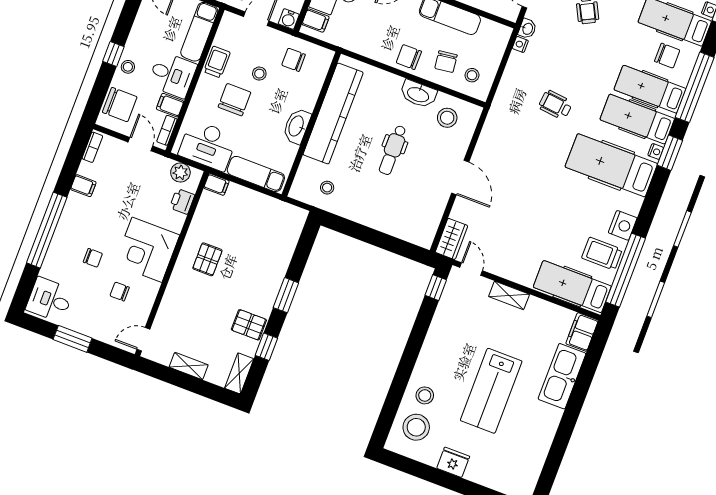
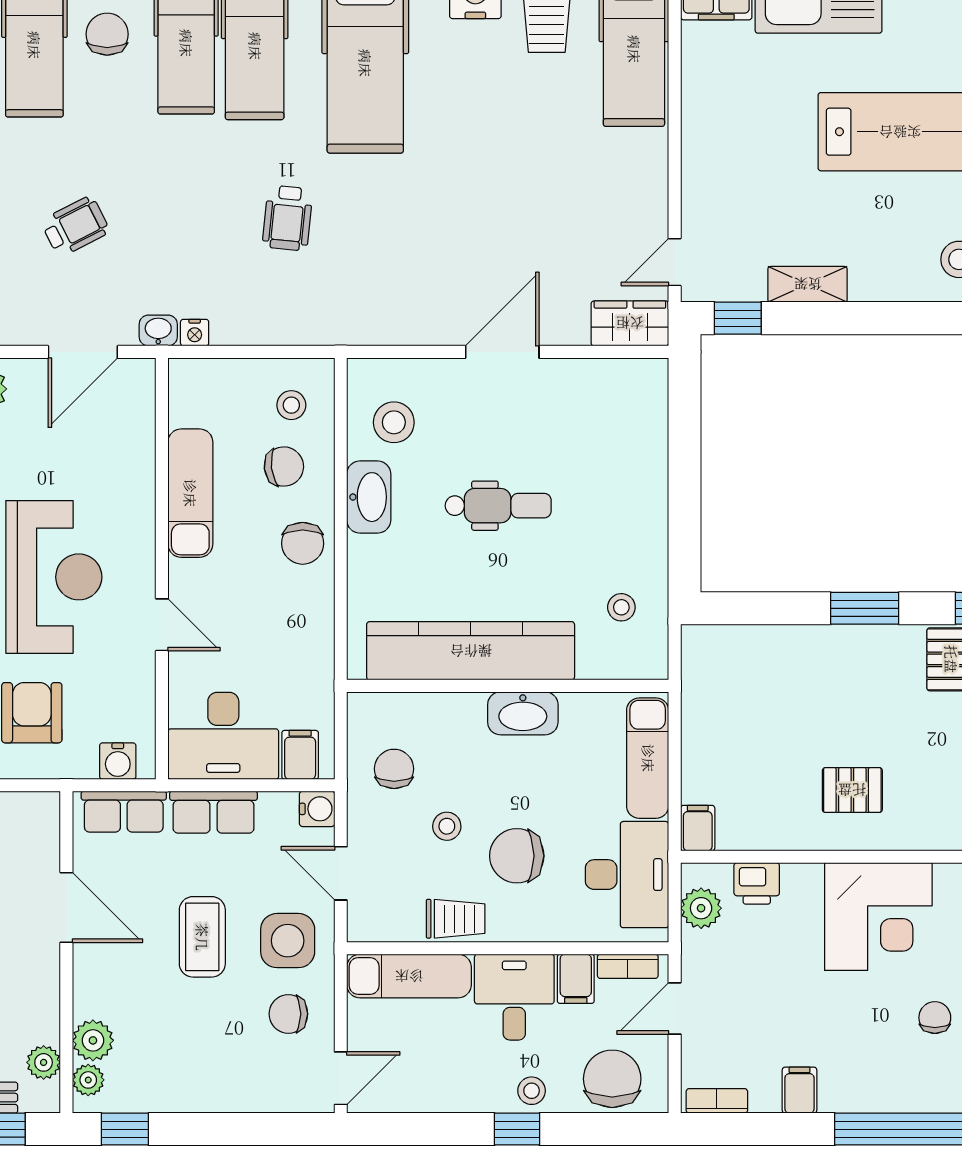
chair: (294, 60) -> (394, 769), turned 180
trolley: (217, 62) -> (456, 919), turned 180
shelving: (509, 295) -> (808, 284), moved, turned 90

